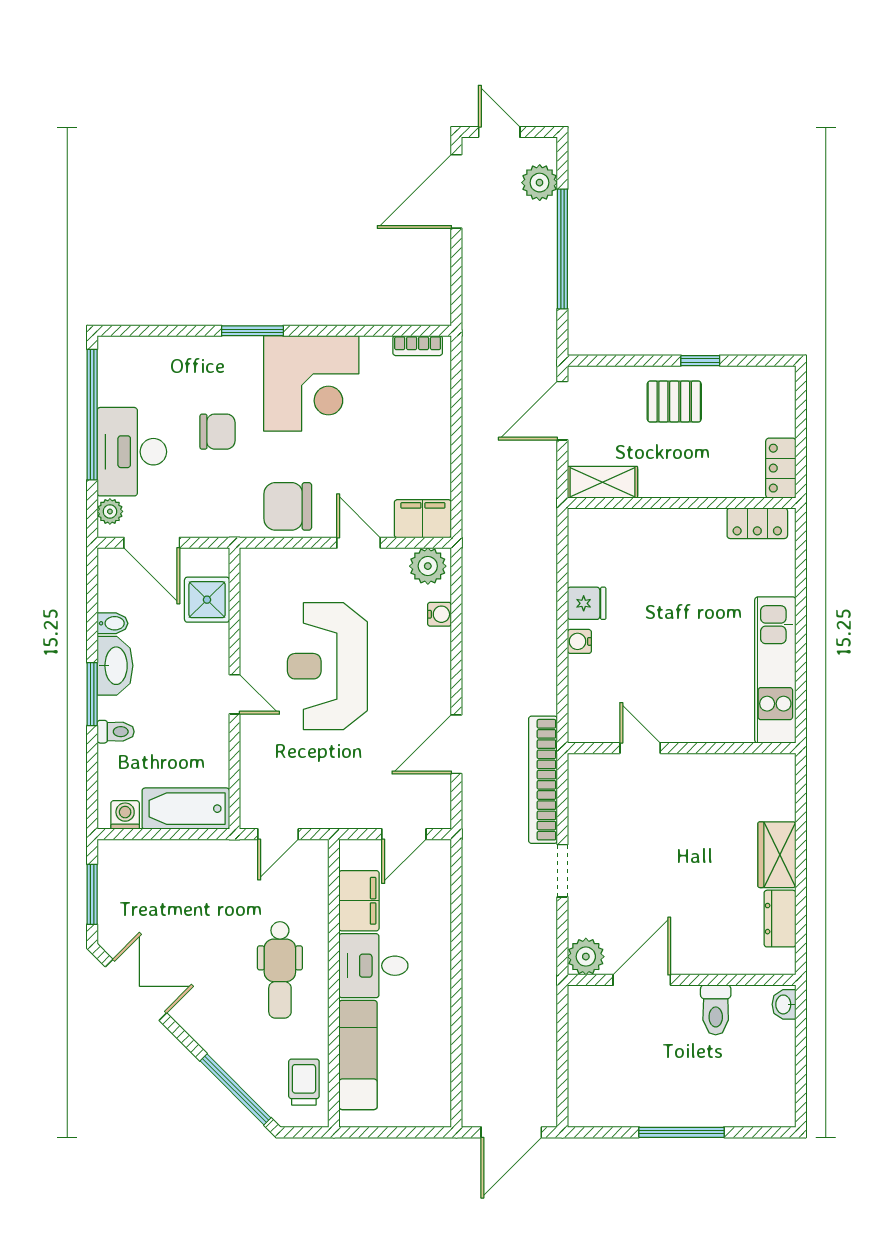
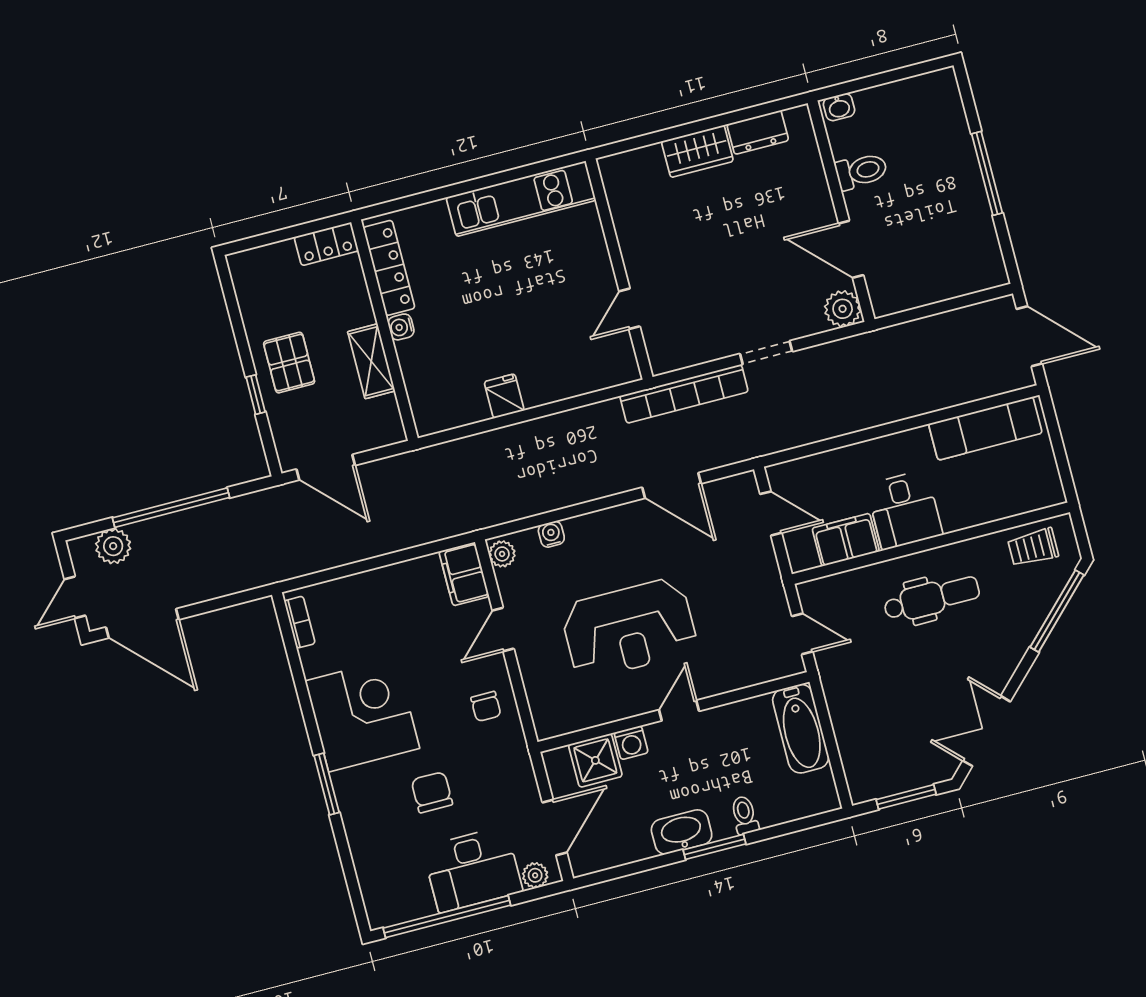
window: (700, 361) -> (256, 395), moved
shelving: (602, 482) -> (371, 361), moved
chair: (288, 506) -> (486, 706), width x0.54, depth x0.54
locker: (757, 523) -> (389, 268), width x1.53
plant: (428, 566) -> (502, 554), width x0.73, depth x0.73
bidet: (112, 623) -> (642, 845), removed
water cooler: (579, 641) -> (401, 327), moved, turned 90
washing machine: (125, 815) -> (631, 743), moved, turned -90
exam couch: (358, 1055) -> (985, 428), moved, turned 180

